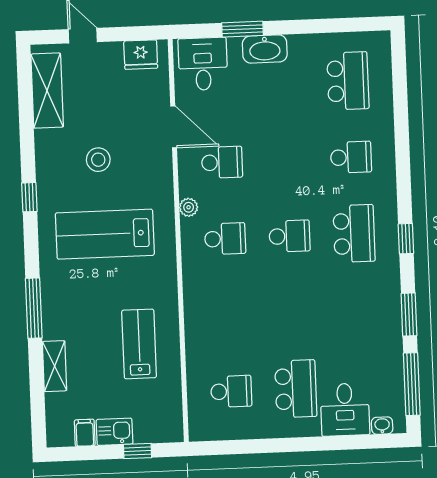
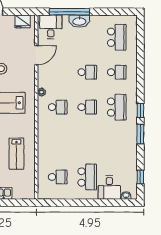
window: (242, 29) -> (70, 12), width x2.11
door: (174, 127) -> (36, 55), hinge flipped
school desk: (222, 162) -> (87, 72), moved
window: (409, 315) -> (140, 134), moved
lab bench: (139, 344) -> (16, 154), turned 180
window: (412, 384) -> (140, 177), width x0.46
window: (138, 451) -> (14, 203), removed

